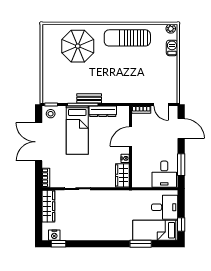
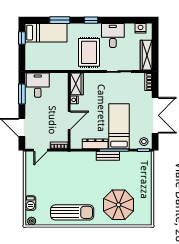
door: (161, 105) -> (41, 150), swing flipped
desk: (165, 207) -> (113, 35), moved, turned 90
rug: (109, 209) -> (89, 52), added
window: (58, 244) -> (91, 20), moved

